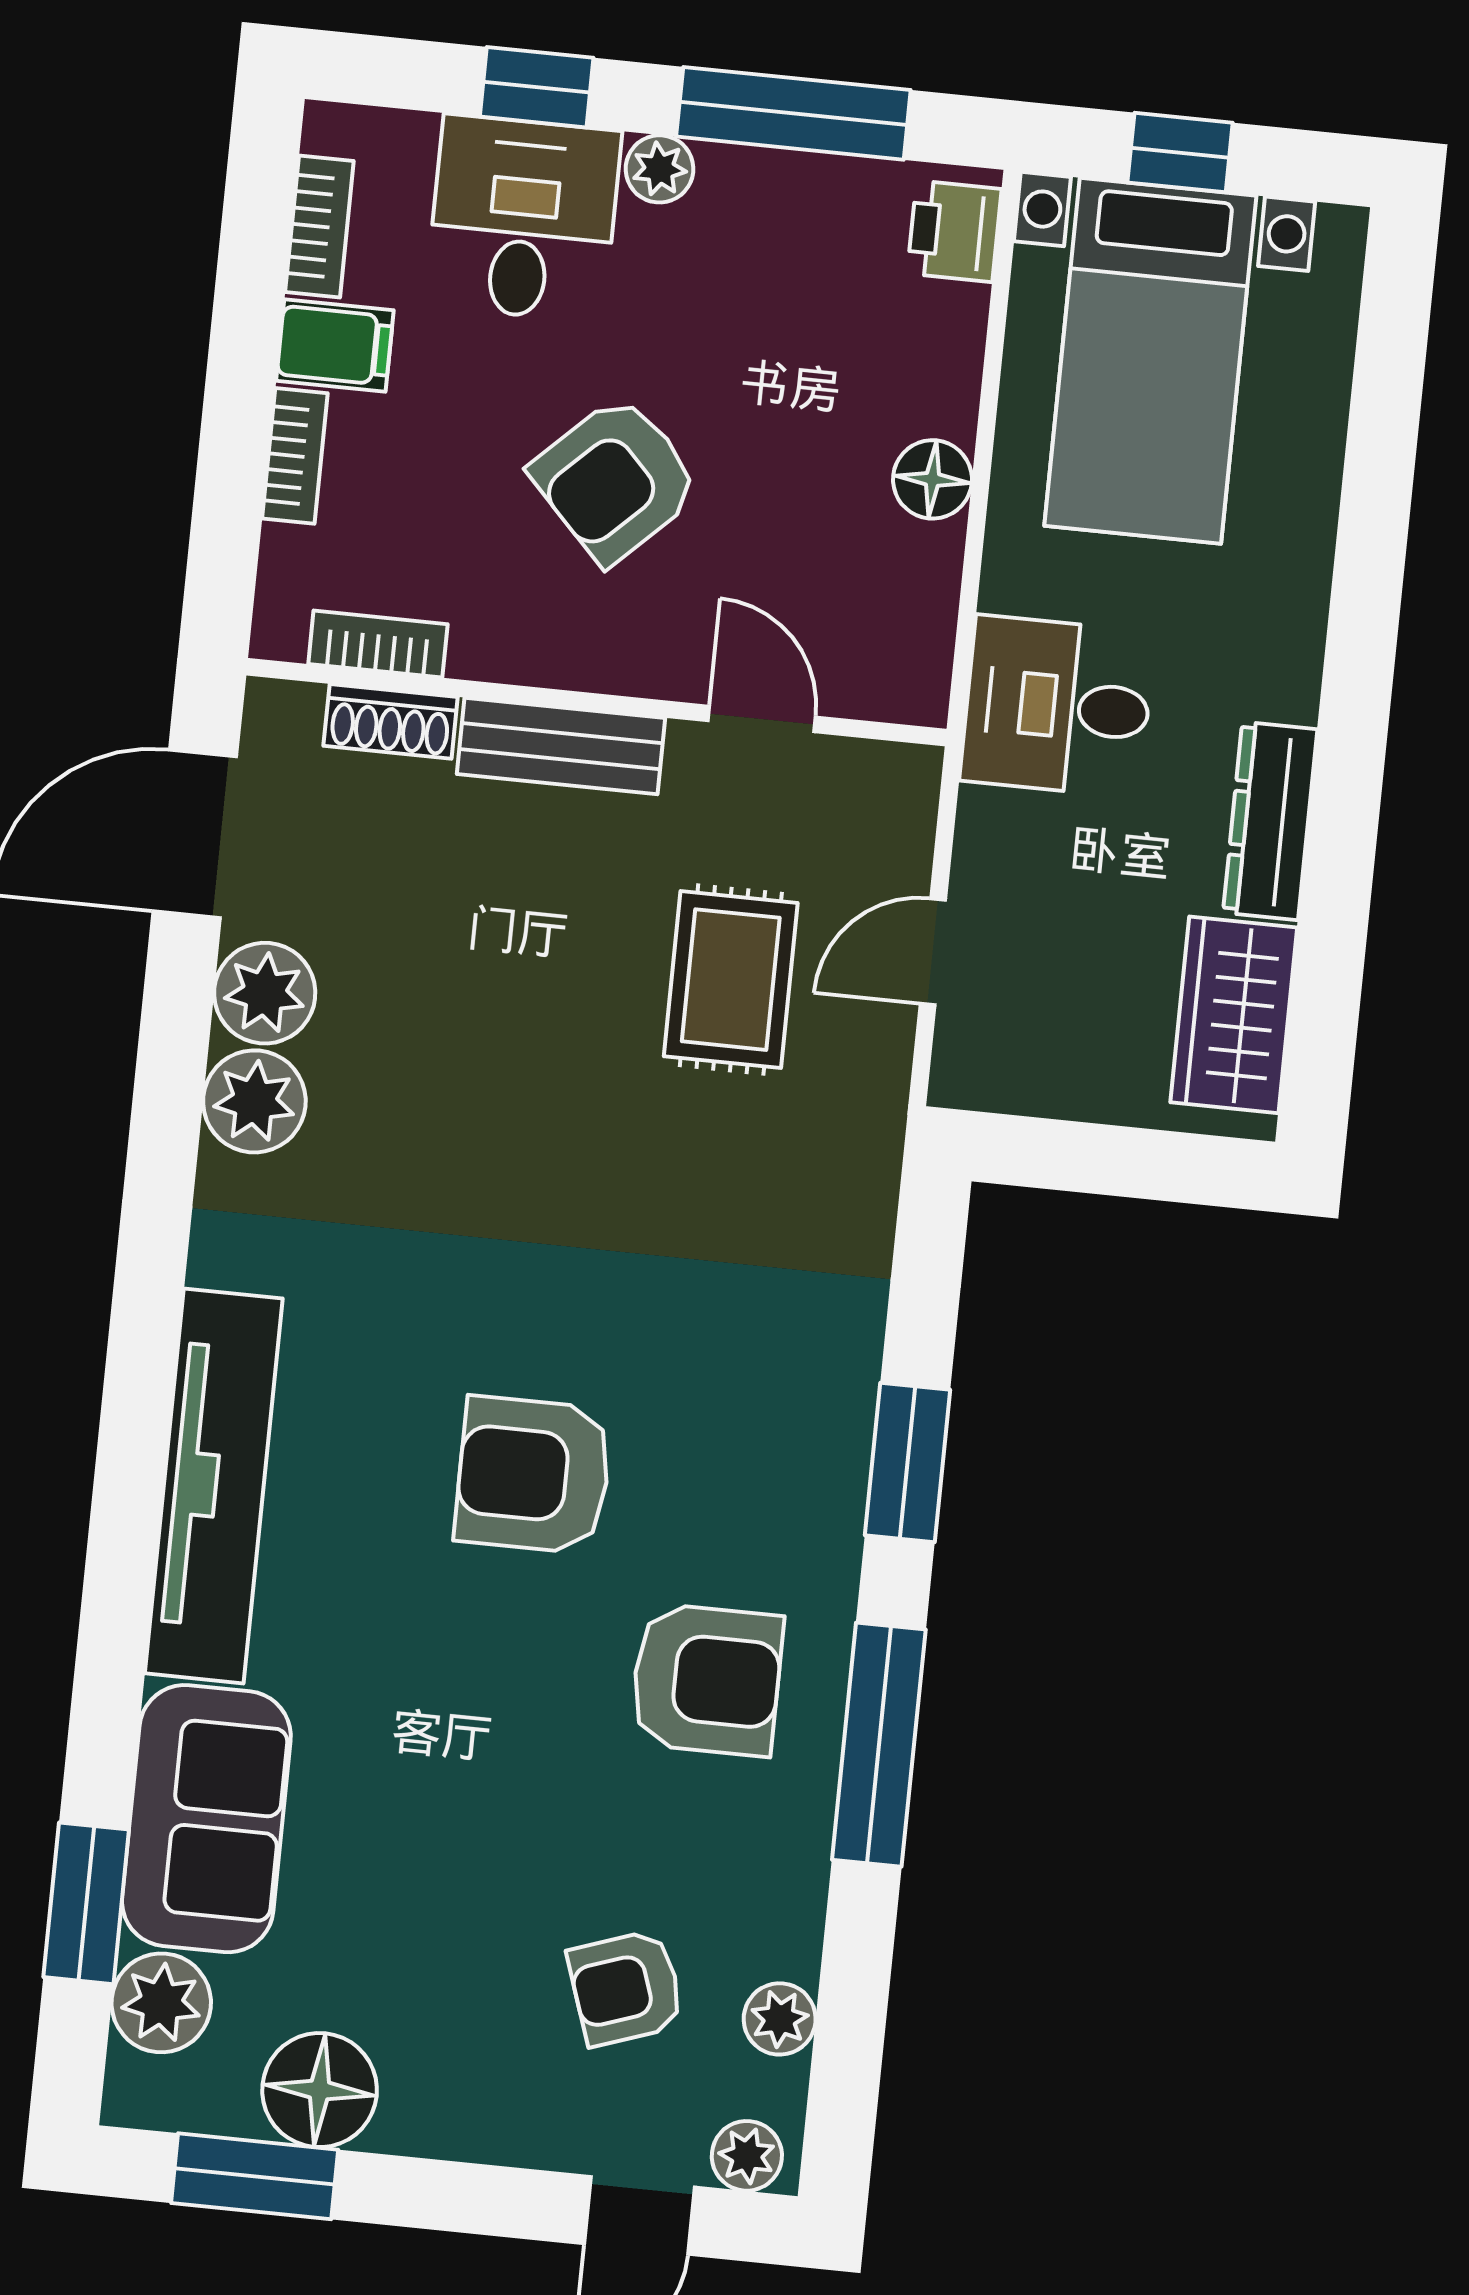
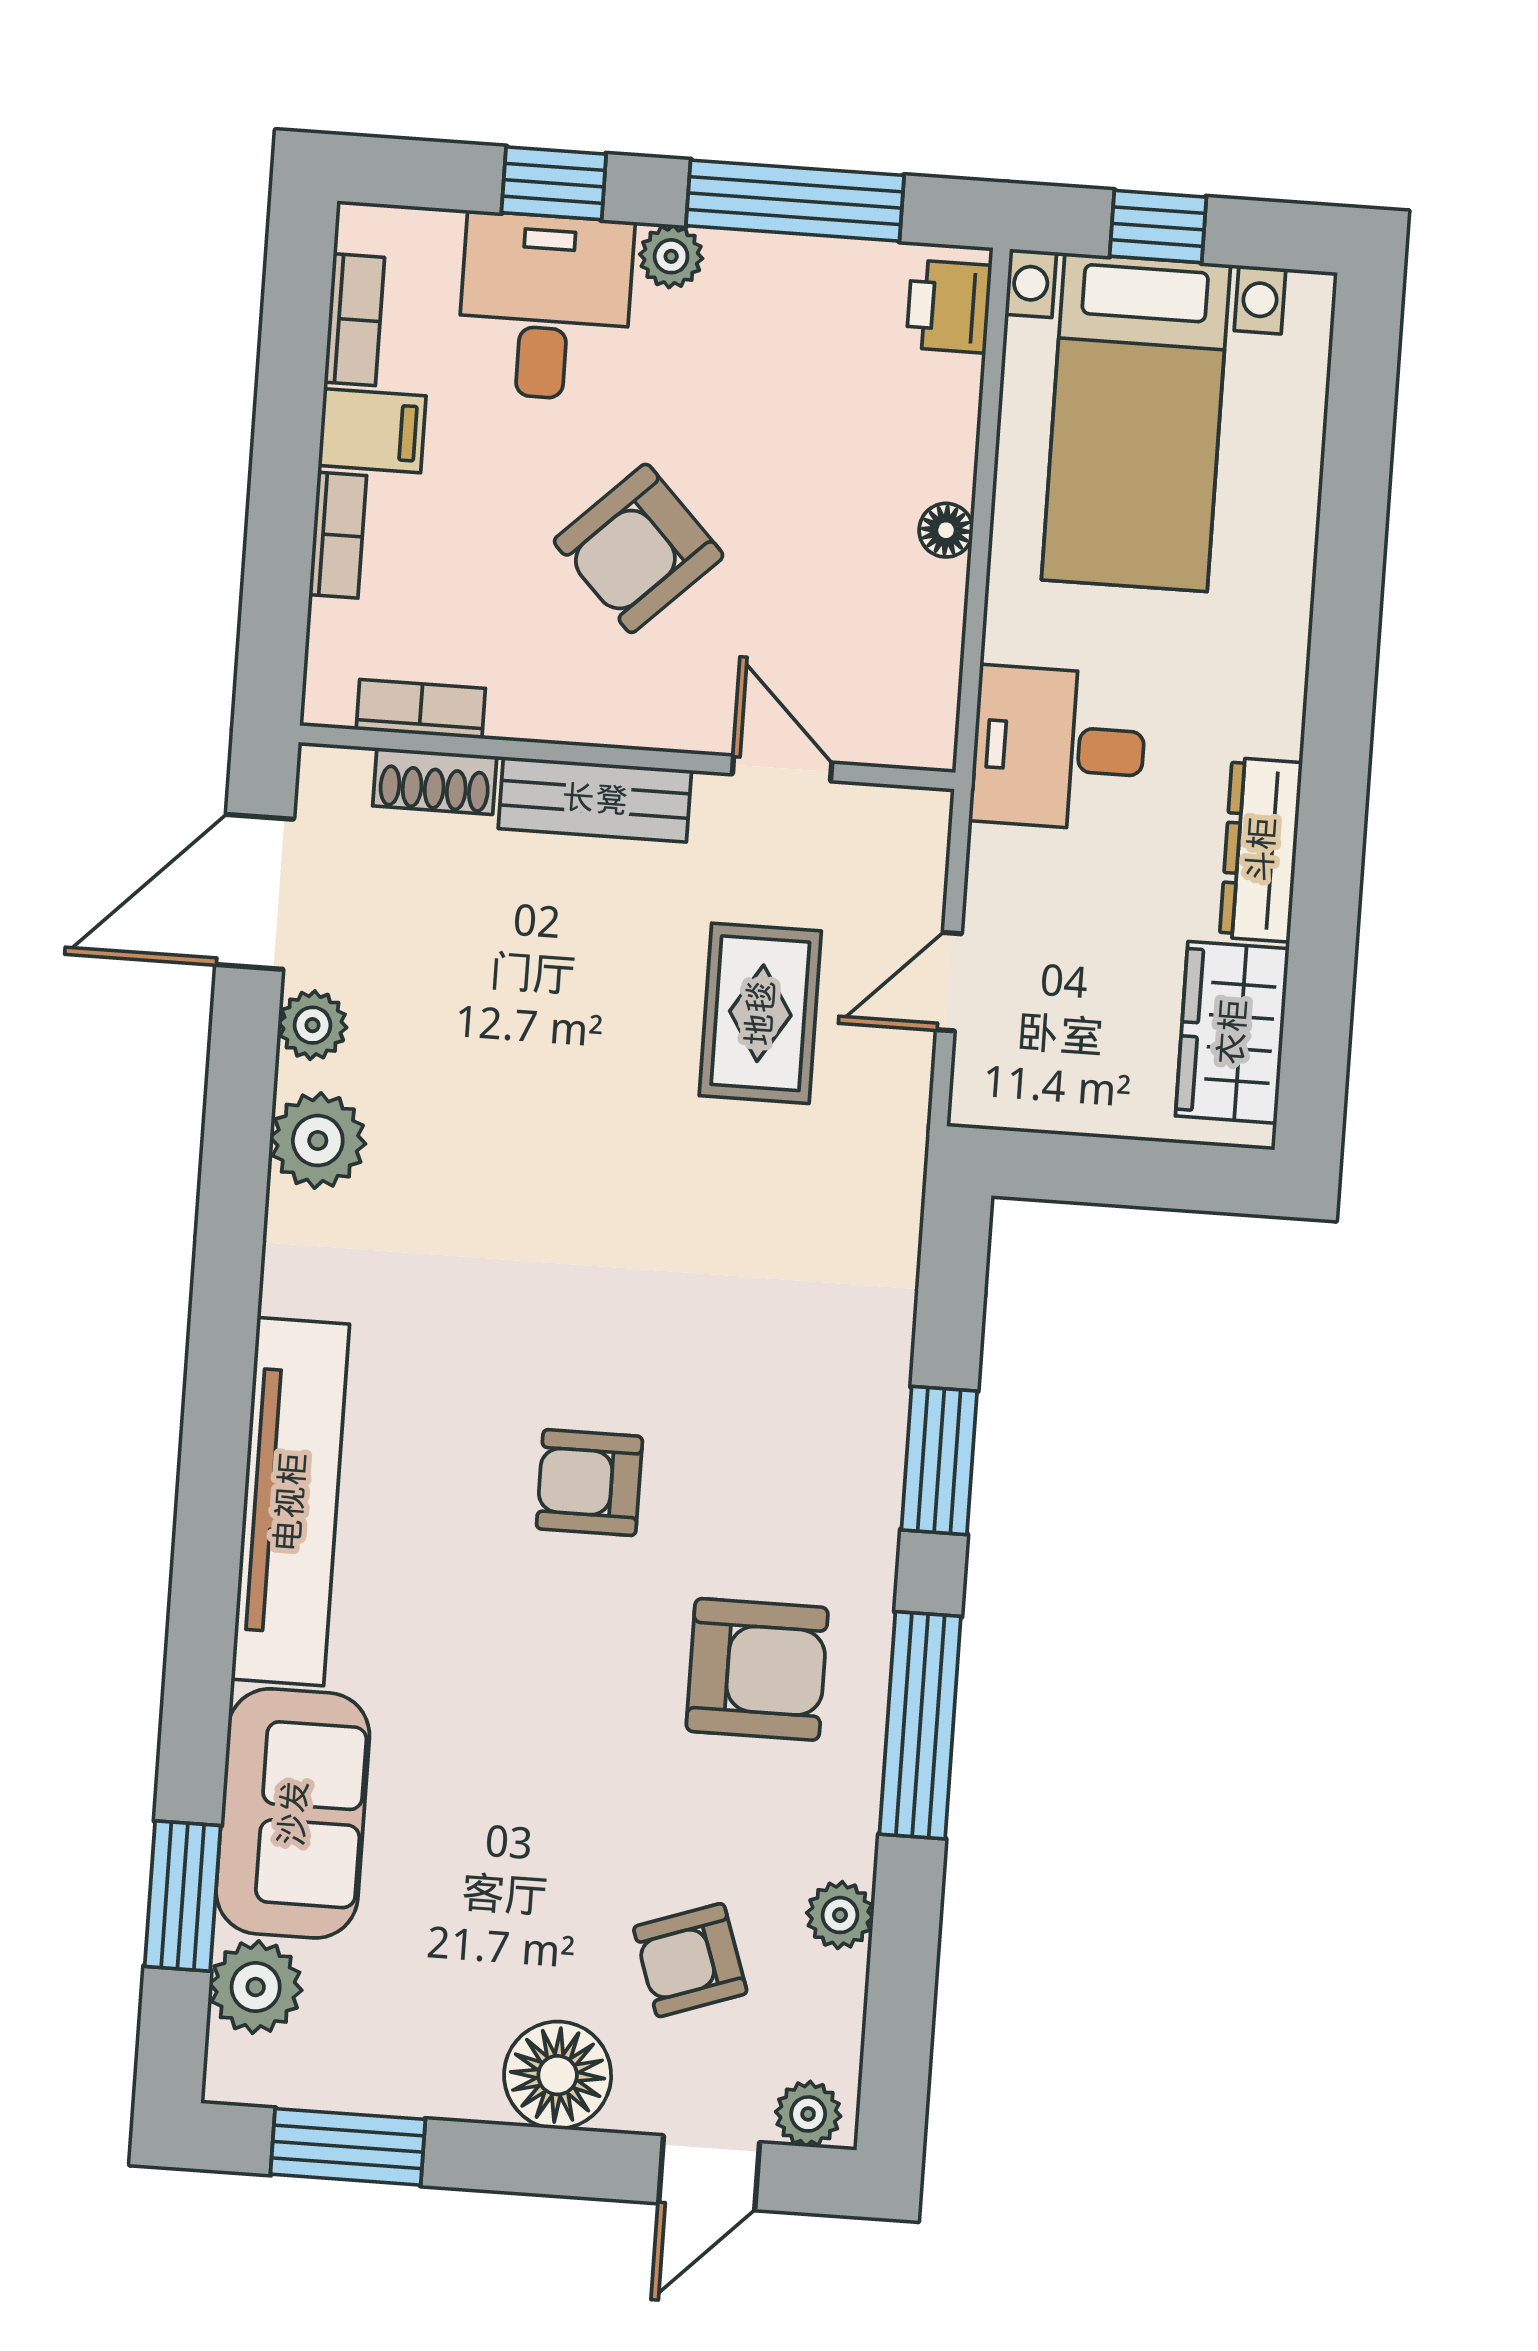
floor lamp: (932, 479) -> (946, 530), width x0.73, depth x0.73
plant: (265, 993) -> (313, 1025), width x0.73, depth x0.73
armchair: (533, 1475) -> (589, 1483), width x0.72, depth x0.72
plant: (780, 2019) -> (840, 1915), moved
floor lamp: (320, 2090) -> (558, 2075), moved

